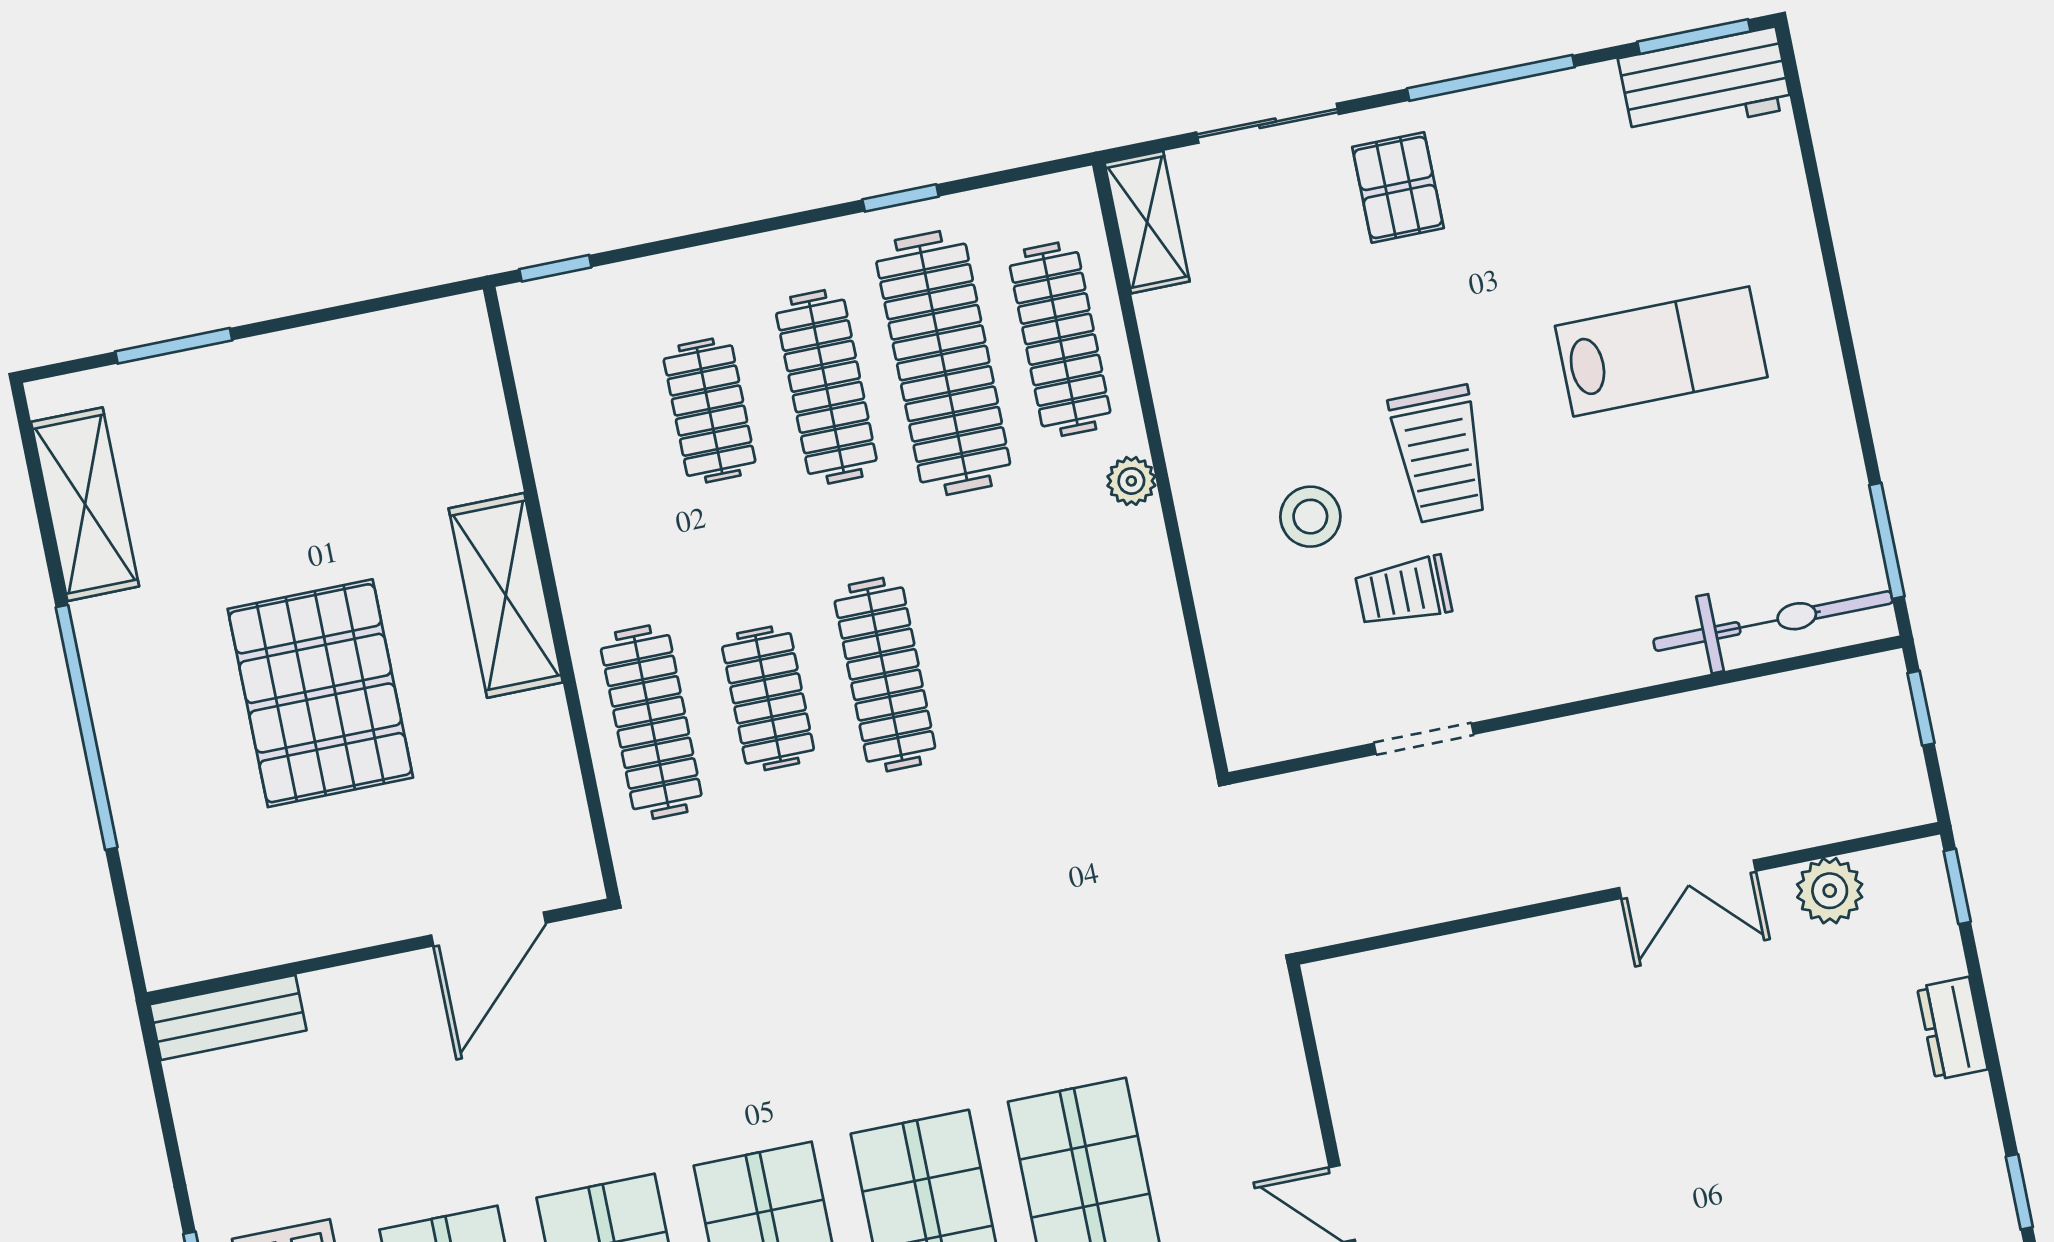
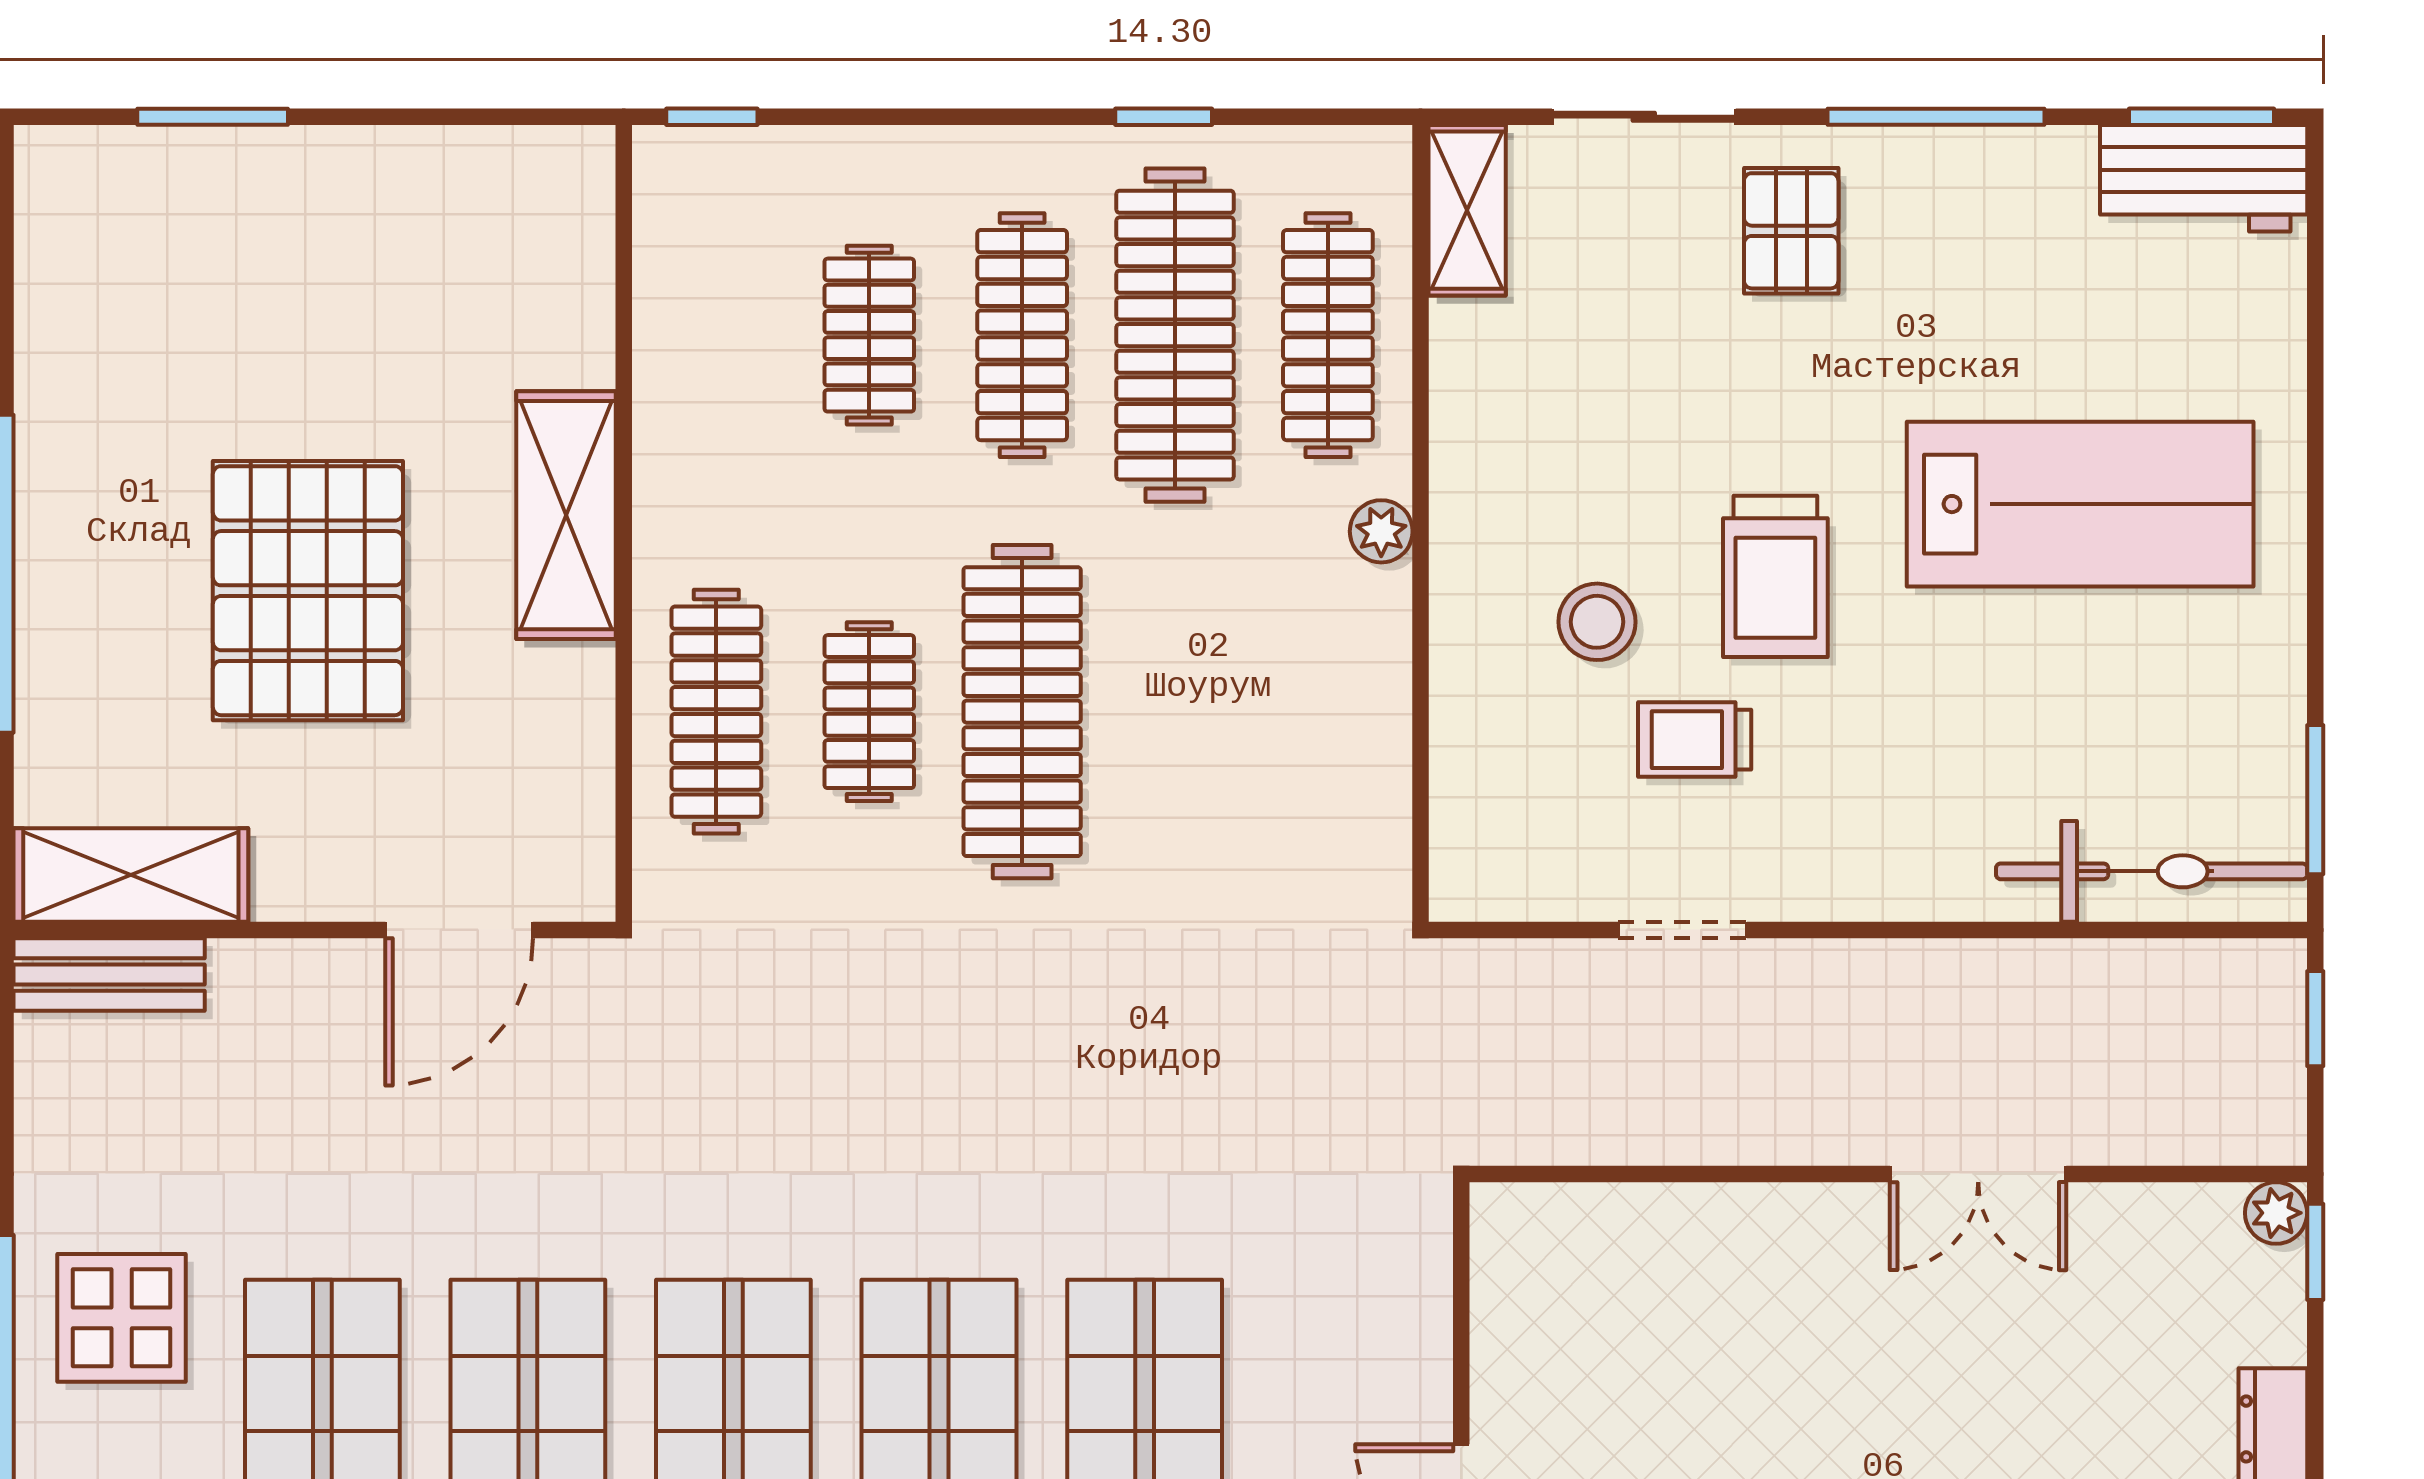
lab bench: (1661, 351) -> (2080, 504), width x1.36, depth x1.39
shelving: (85, 504) -> (131, 875), moved, turned 90
clothes rail: (885, 675) -> (1022, 712), width x1.37, depth x1.31
plant: (1830, 891) -> (2276, 1213), moved, width x0.73, depth x0.73

